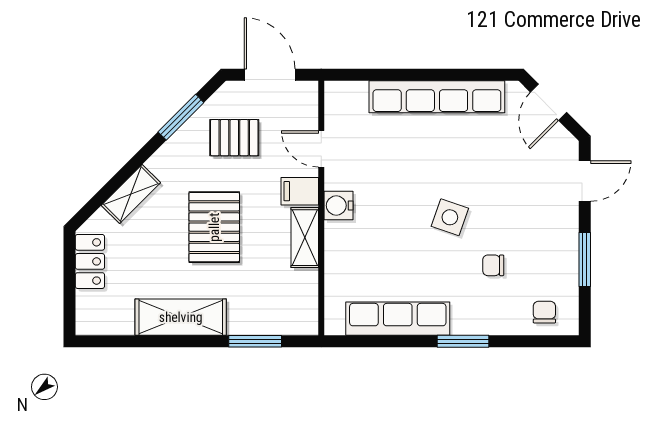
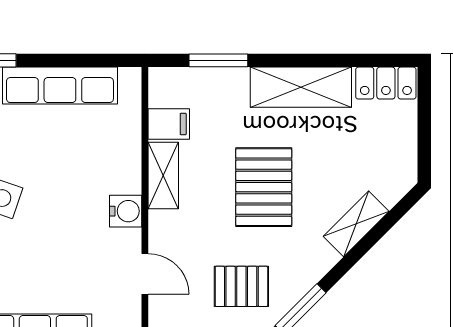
filing cabinet: (300, 191) -> (169, 124), moved
locker: (90, 261) -> (386, 83), moved, turned -90

